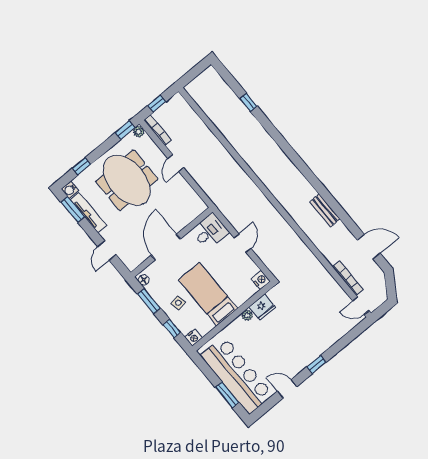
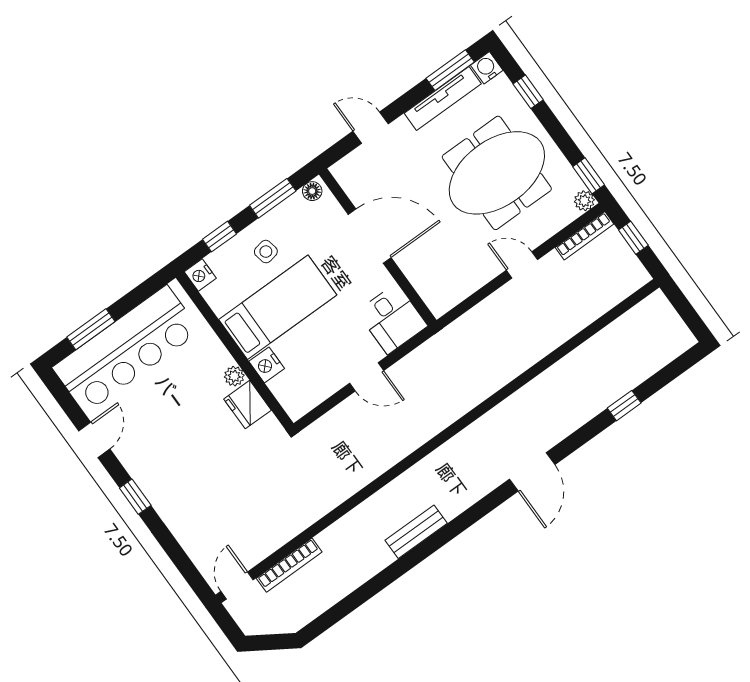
door: (369, 247) -> (532, 472), moved
nightstand: (261, 280) -> (267, 365), moved, turned 90

